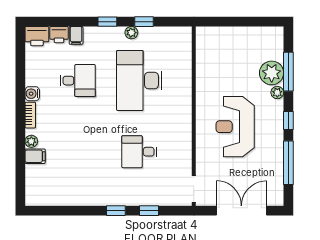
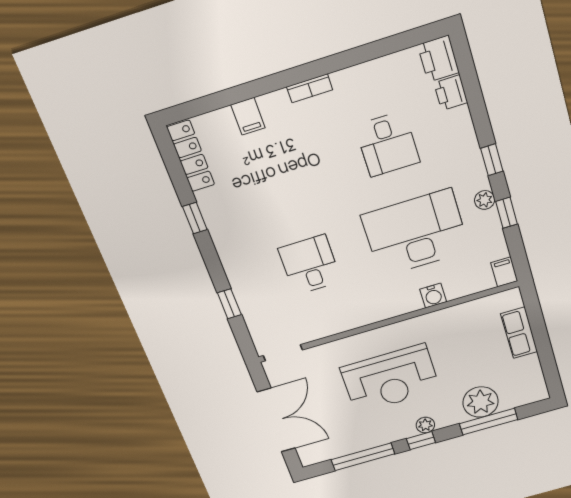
filing cabinet: (76, 35) -> (504, 272), moved, turned 90
row of seats: (229, 35) -> (519, 333), added
plant: (277, 93) -> (425, 425), moved
water cooler: (32, 94) -> (433, 296), moved, turned 180
reception desk: (235, 127) -> (390, 379), turned 180
plant: (31, 141) -> (269, 103), removed
locker: (48, 198) -> (191, 156), added
window: (116, 211) -> (195, 218), moved

